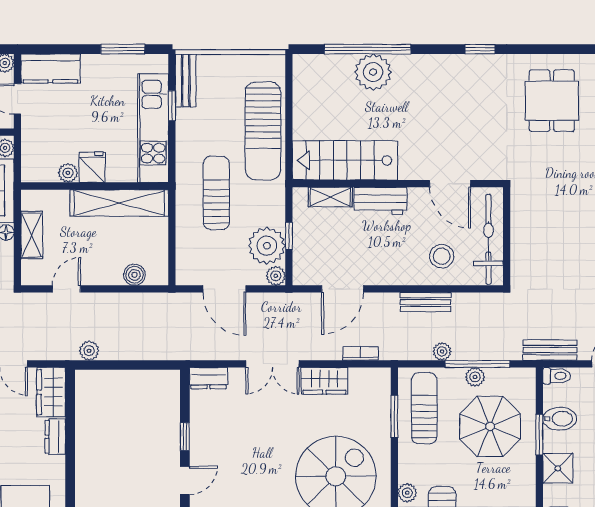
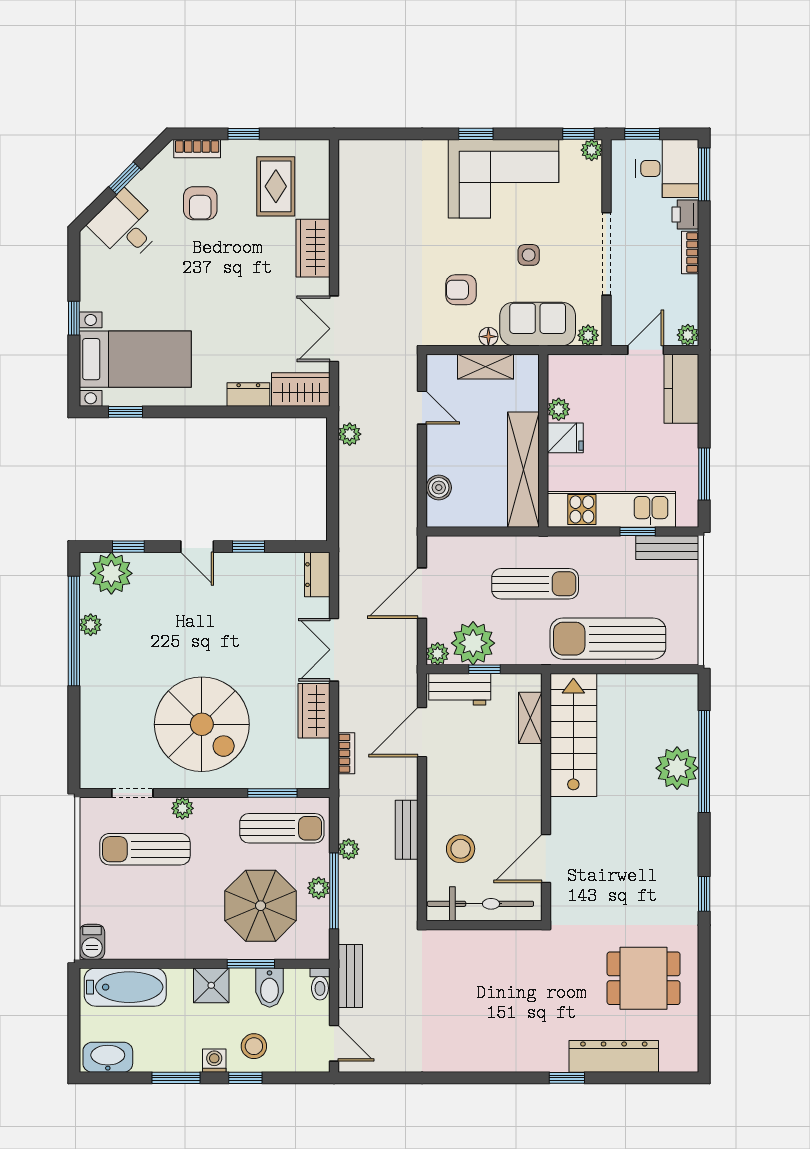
workbench: (380, 201) -> (460, 689), moved, turned -90
door: (343, 289) -> (422, 732), hinge flipped

